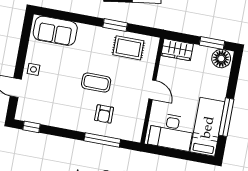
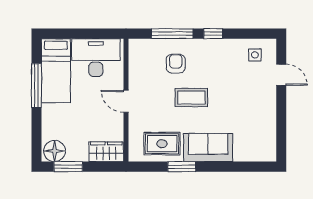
sofa: (55, 31) -> (208, 148), moved
side table: (33, 69) -> (255, 55), moved
window: (31, 127) -> (213, 34), moved

